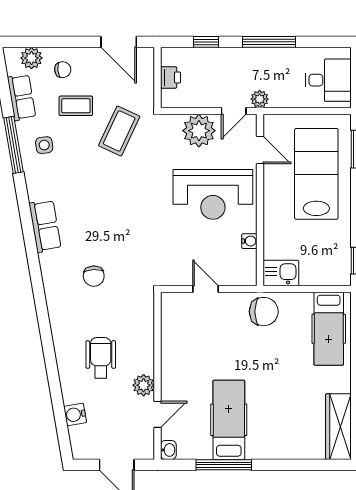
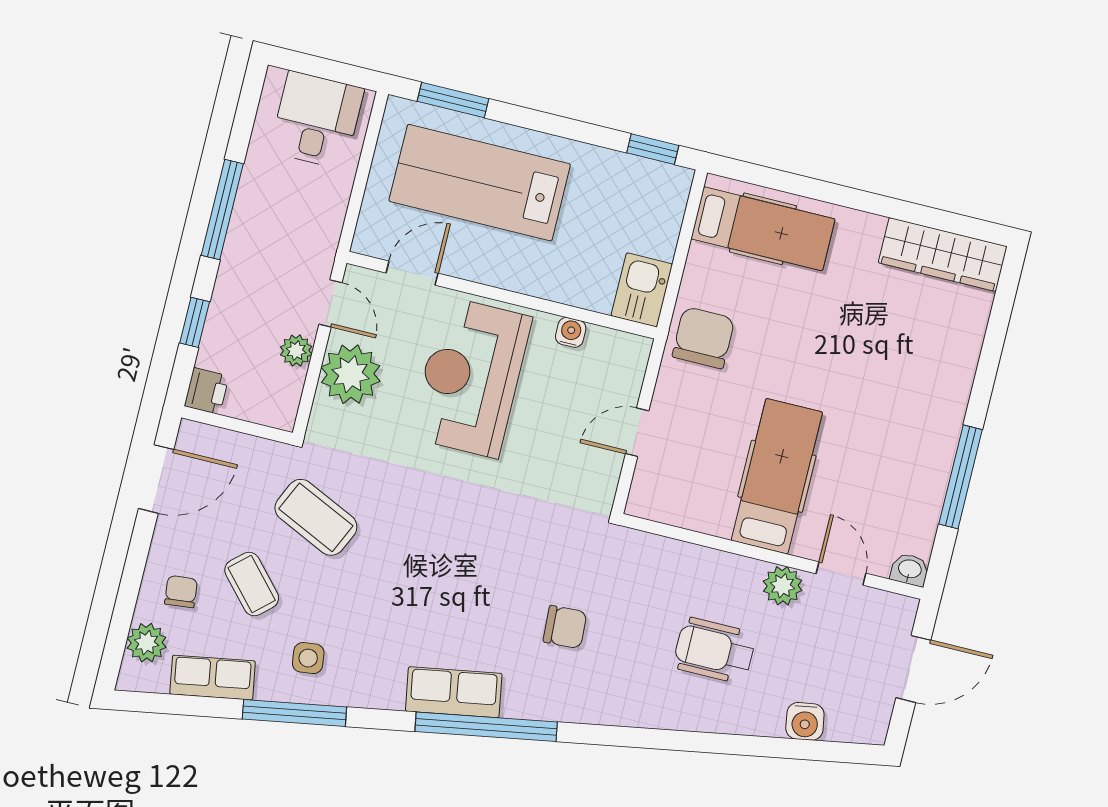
printer: (171, 77) -> (207, 391), moved, turned 90
plant: (260, 99) -> (296, 351), moved
coffee table: (76, 106) -> (252, 584), turned -42
reception desk: (213, 194) -> (471, 377), turned 180
window: (31, 248) -> (486, 727), added
hospital bed: (229, 420) -> (777, 476), moved, turned 90

